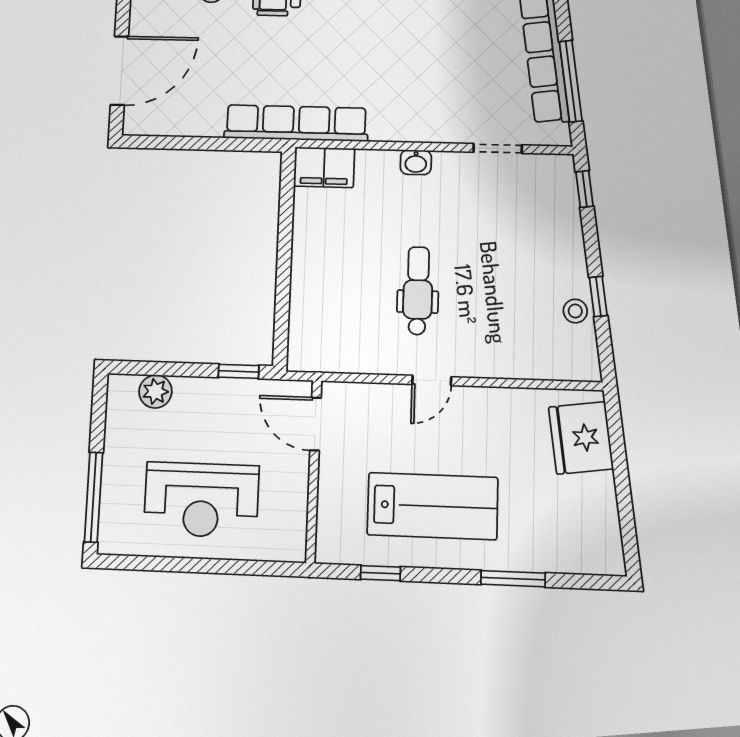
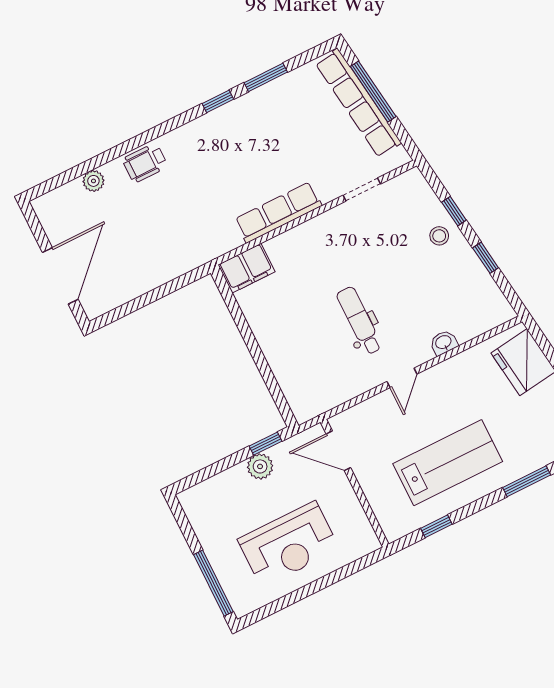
window: (571, 81) -> (373, 92), moved
row of seats: (296, 123) -> (278, 212), moved, width x0.73
washbasin: (416, 162) -> (444, 343), moved, turned 180
window: (585, 189) -> (454, 211), moved
stool: (575, 311) -> (439, 236), moved
plant: (155, 391) -> (260, 466), moved

